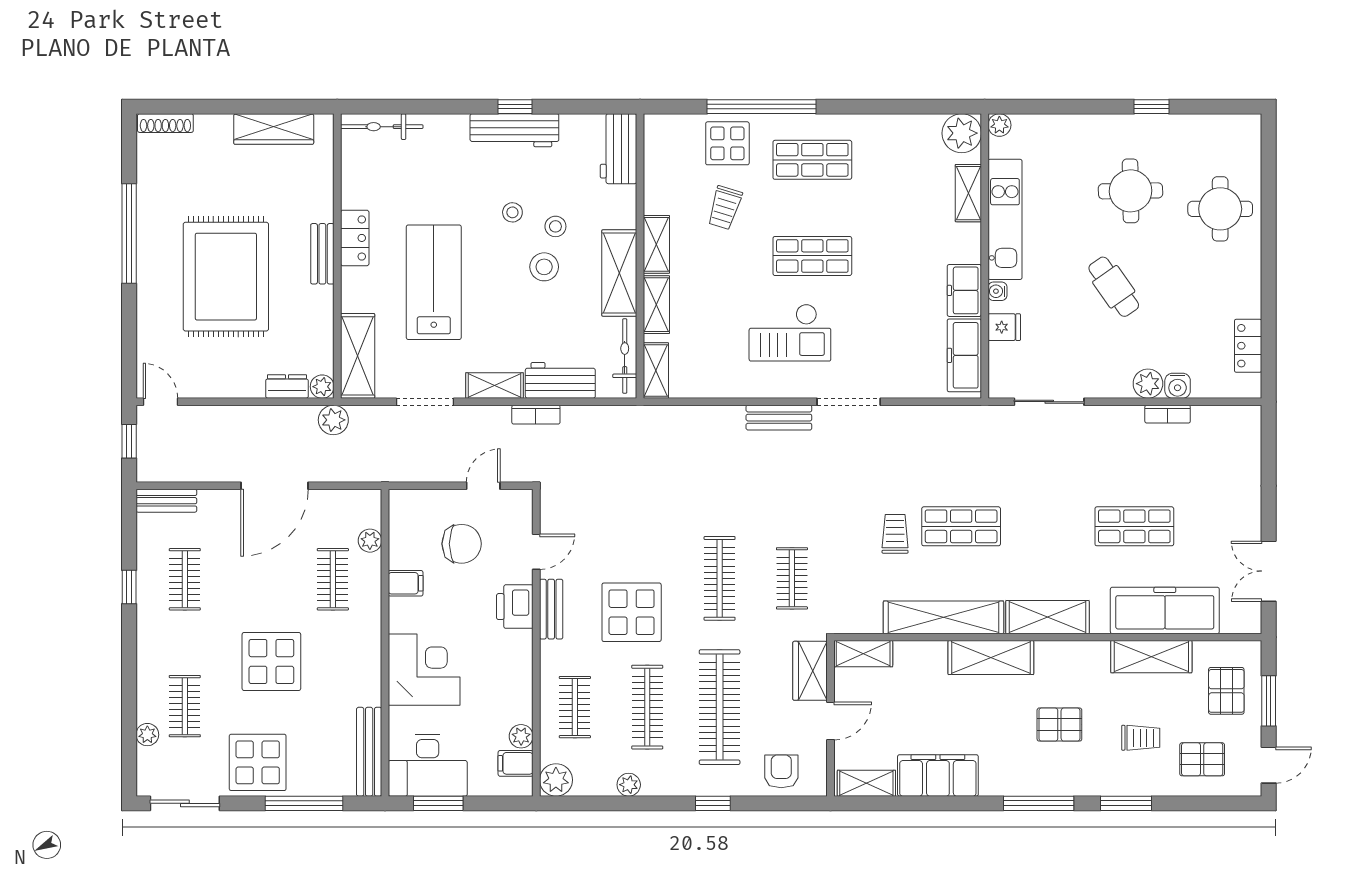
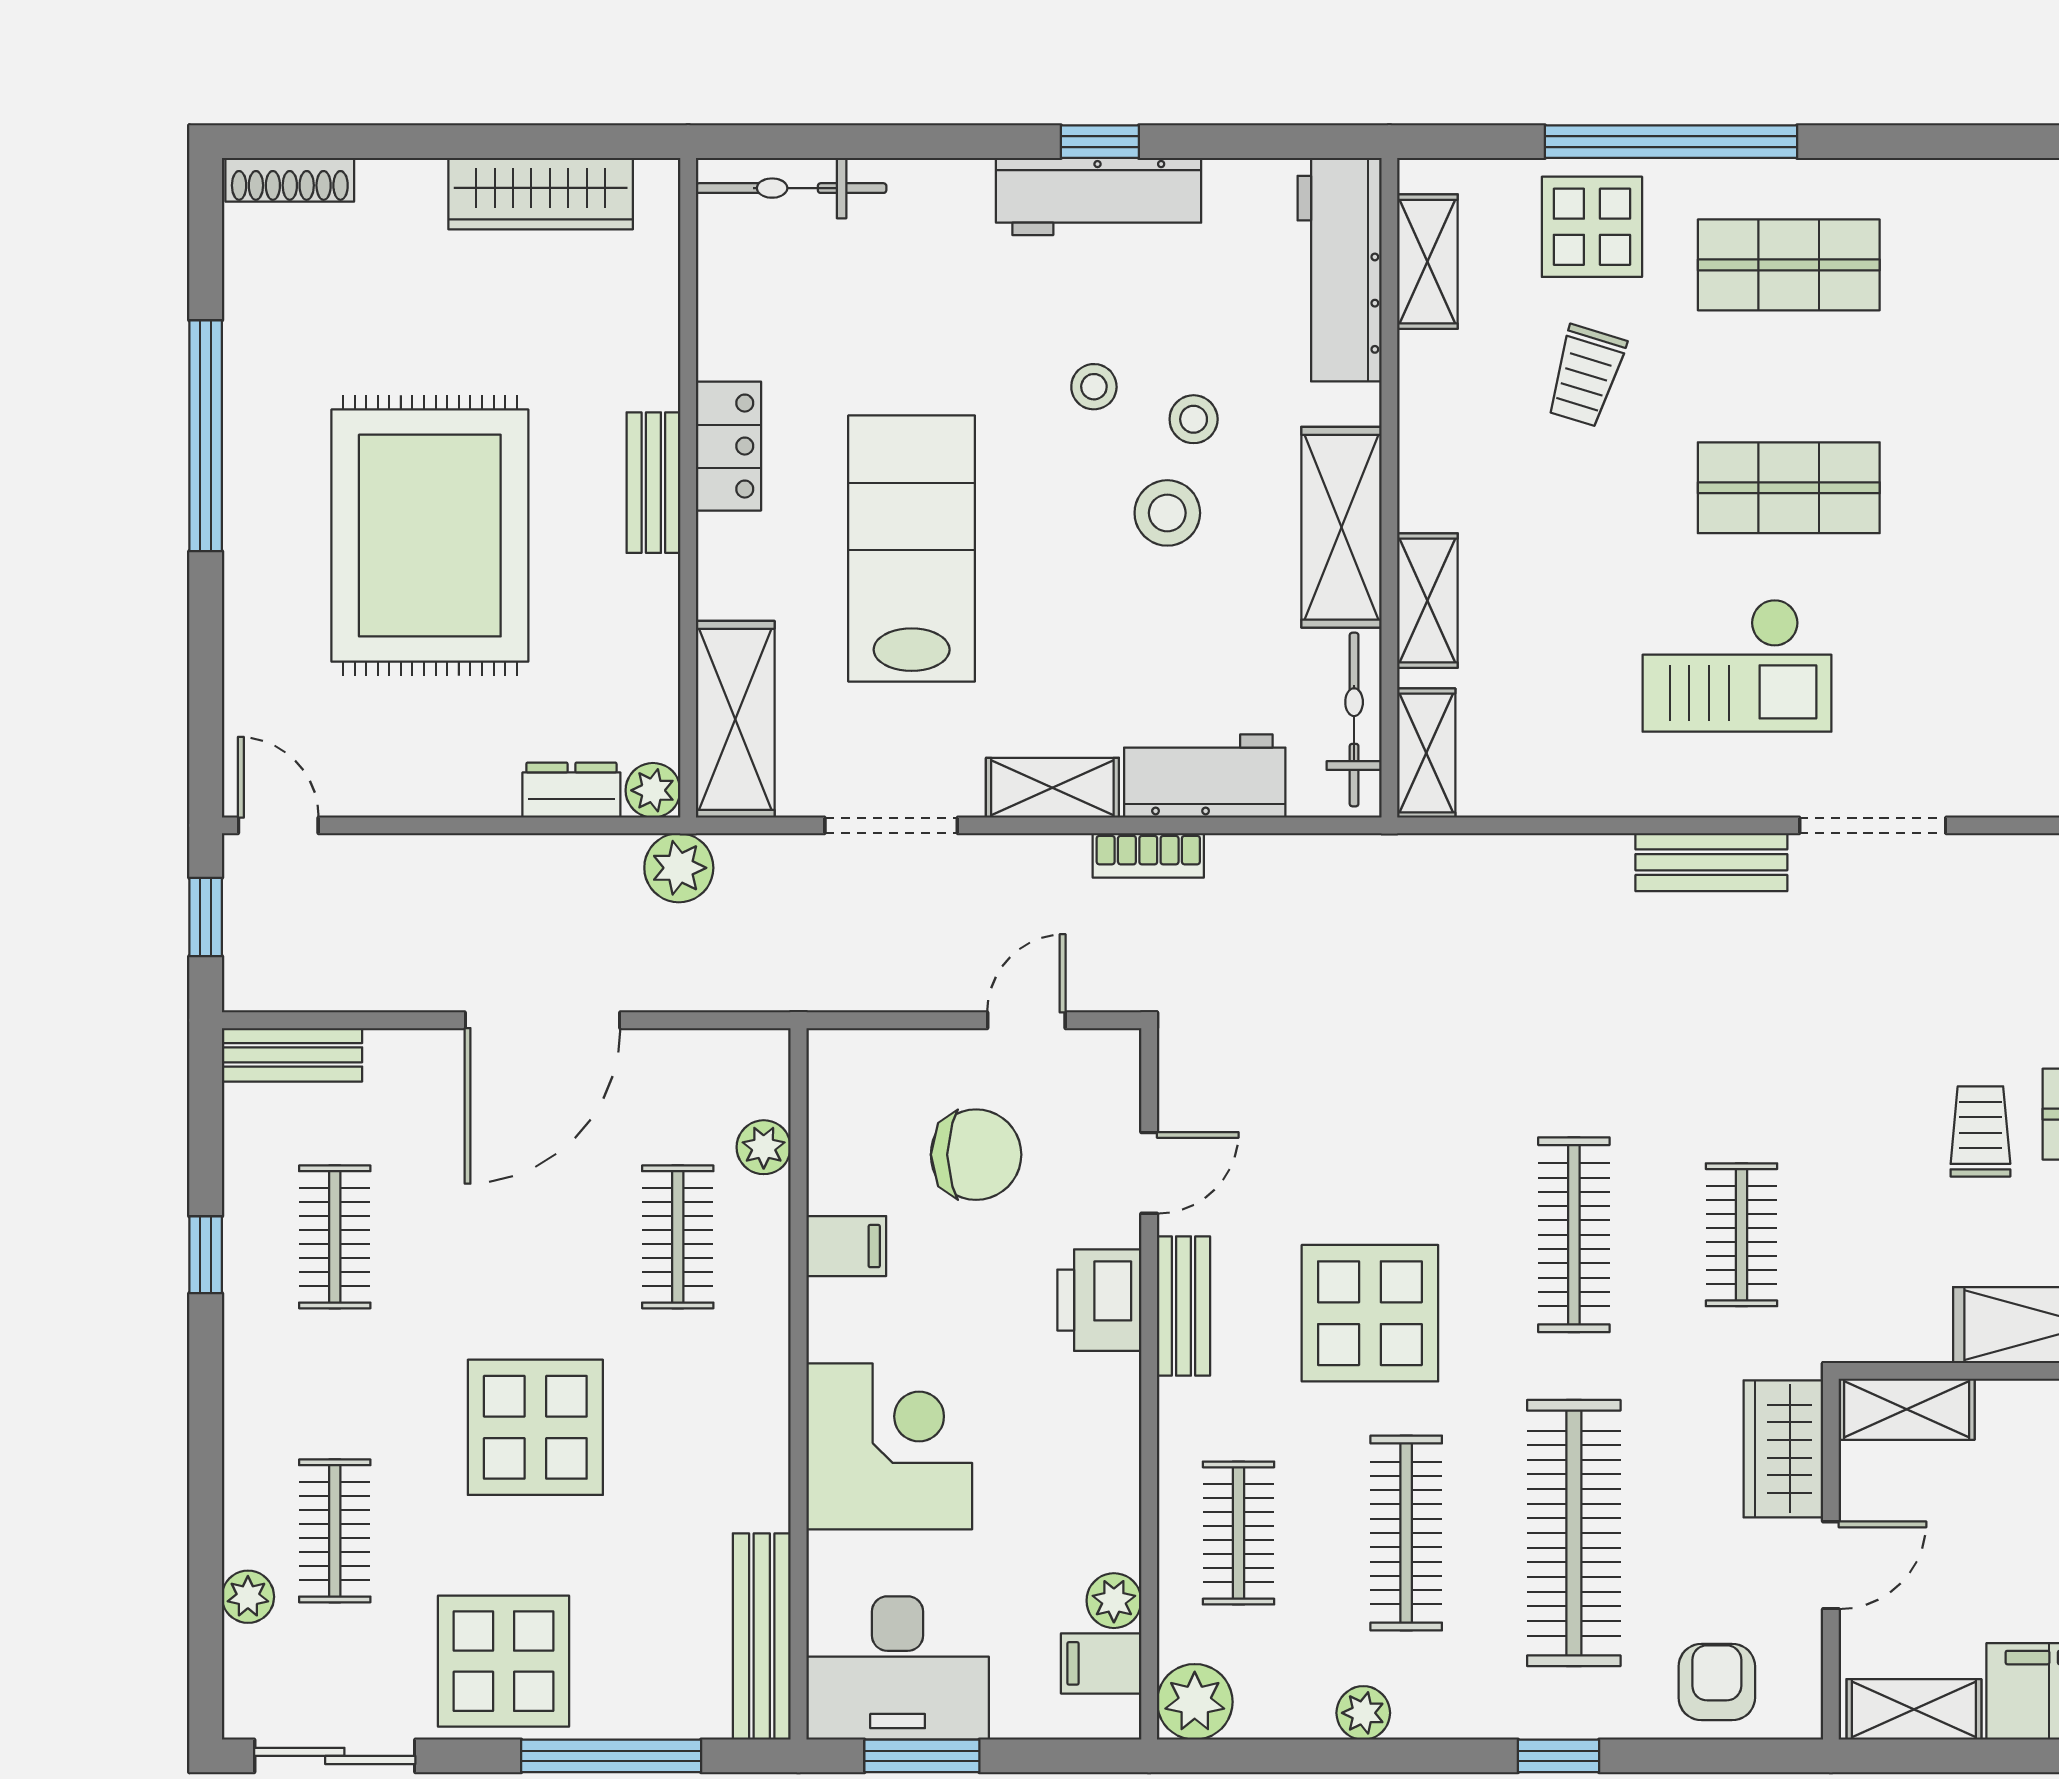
workbench: (618, 149) -> (1340, 270), width x1.38
shelving: (656, 244) -> (1427, 262), moved

